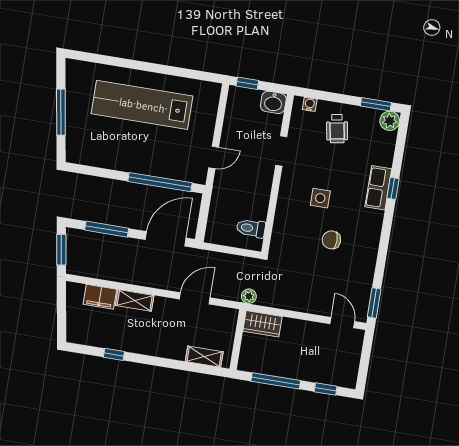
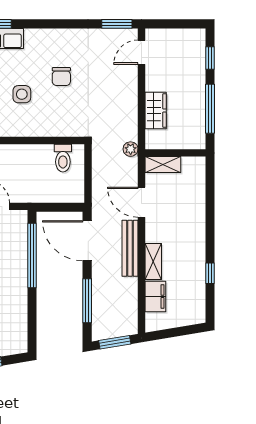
bench: (151, 280) -> (130, 248), added
wardrobe: (262, 324) -> (156, 111), moved
shelving: (204, 357) -> (163, 165), moved, turned 90

